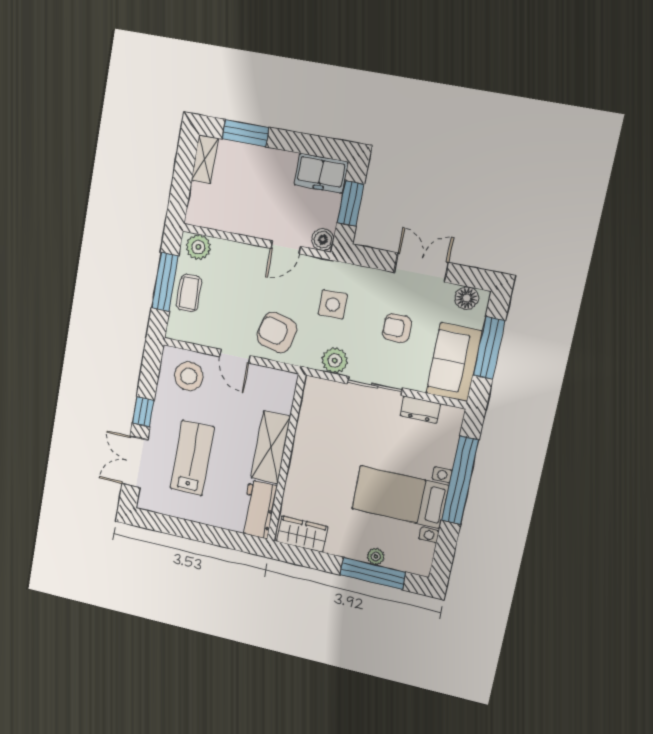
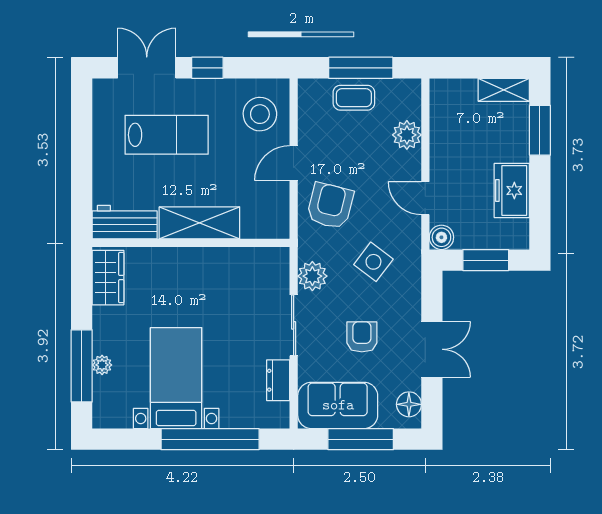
freezer: (321, 173) -> (512, 190), moved
plant: (198, 247) -> (407, 135), moved
side table: (333, 304) -> (373, 262), turned 37

